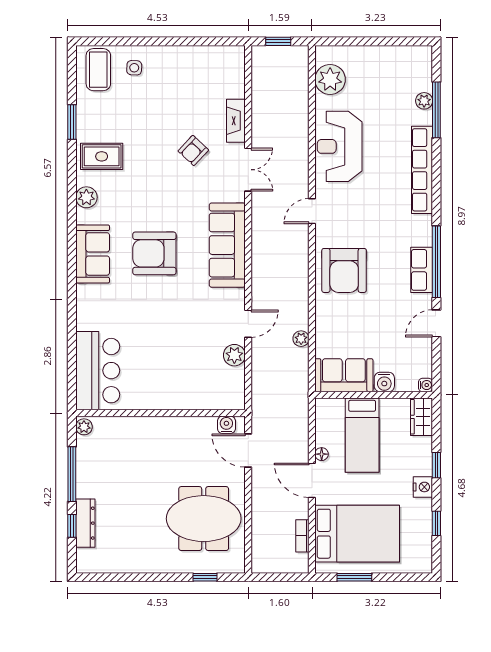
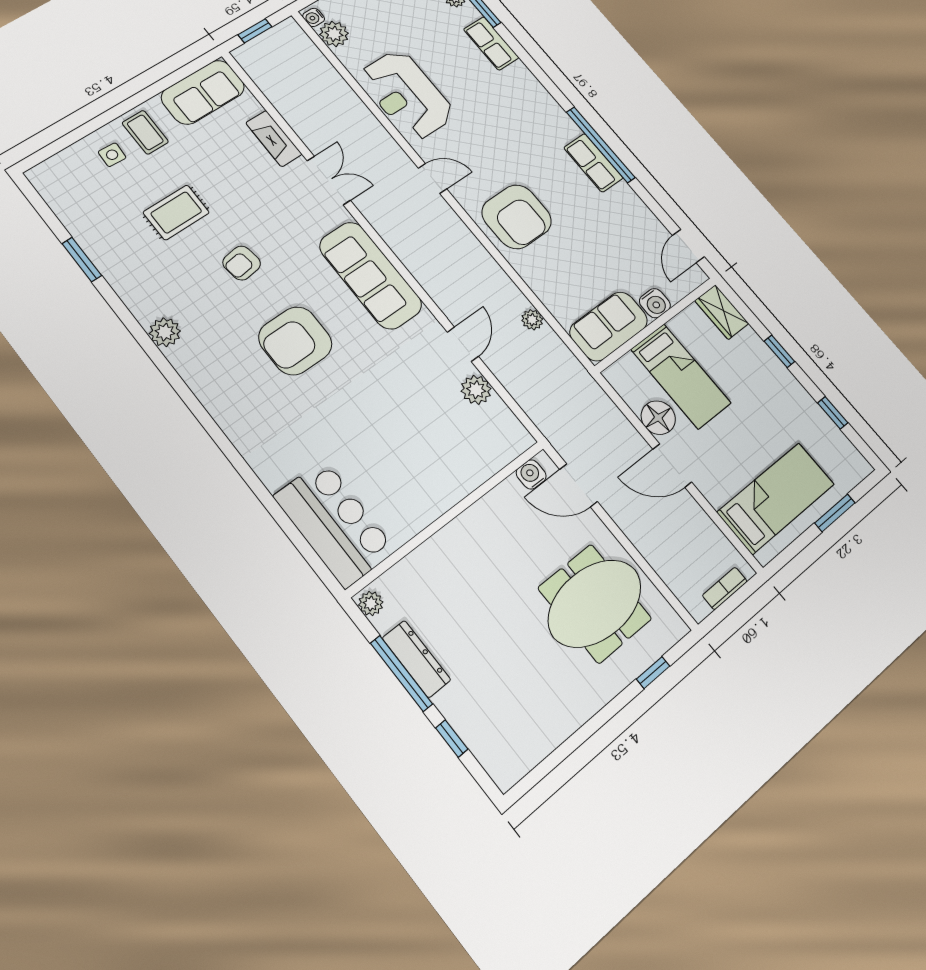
coffee table: (98, 70) -> (145, 132), moved, width x0.73, depth x0.77
plant: (330, 79) -> (334, 34), width x0.73, depth x0.73
armchair: (193, 150) -> (242, 263), moved, turned 39
rug: (102, 156) -> (176, 212), moved
row of seats: (422, 170) -> (491, 43), width x0.50
door: (312, 211) -> (432, 179), swing flipped
sofa: (93, 254) -> (203, 92), moved, turned 90
door: (436, 323) -> (688, 246), moved
water cooler: (426, 385) -> (314, 17), moved, turned 180
floor lamp: (322, 454) -> (658, 418), width x1.89, depth x1.89
nightstand: (423, 487) -> (787, 385), removed
dresser: (85, 523) -> (416, 659), moved
bed: (357, 534) -> (776, 498), width x0.67
bookcase: (302, 536) -> (725, 588), moved, turned 90
window: (354, 577) -> (835, 513), moved

